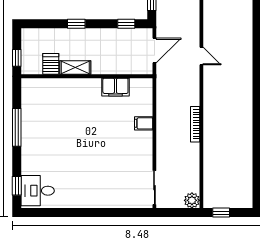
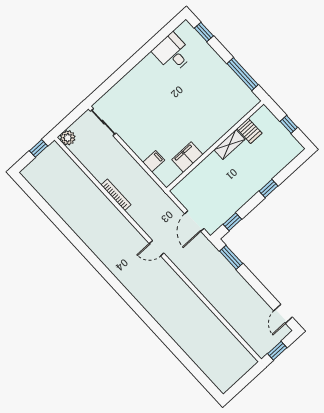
server rack: (51, 64) -> (249, 131), moved
shelving: (75, 68) -> (229, 144), moved
wall: (87, 76) -> (215, 146), moved
filing cabinet: (115, 87) -> (187, 157), moved
desk: (38, 191) -> (173, 53), moved, turned -90

